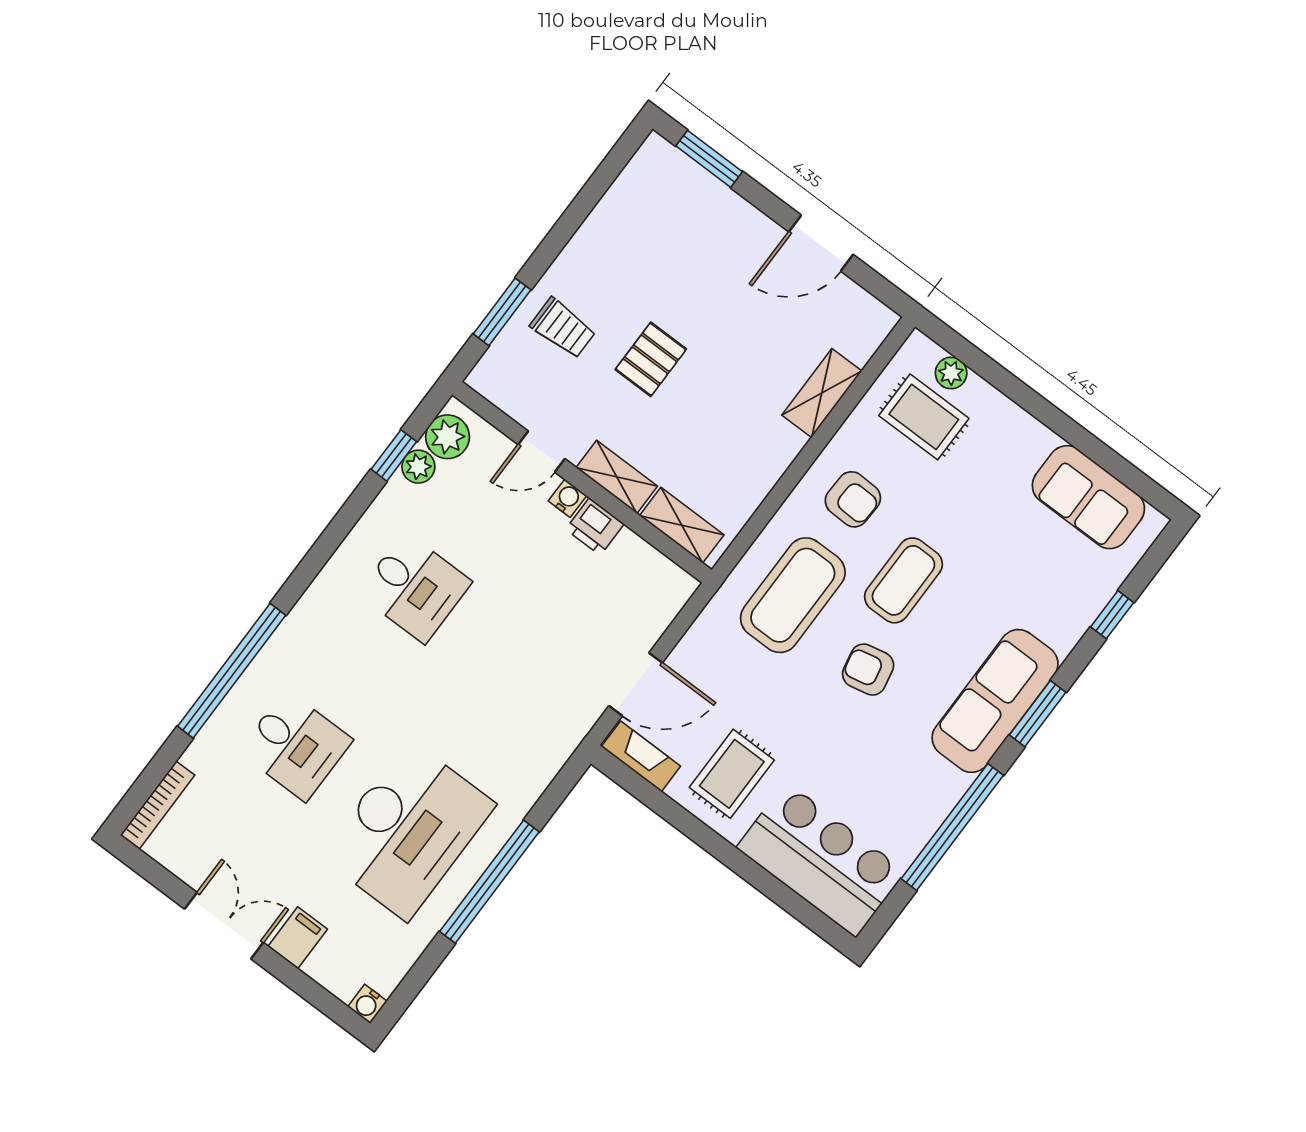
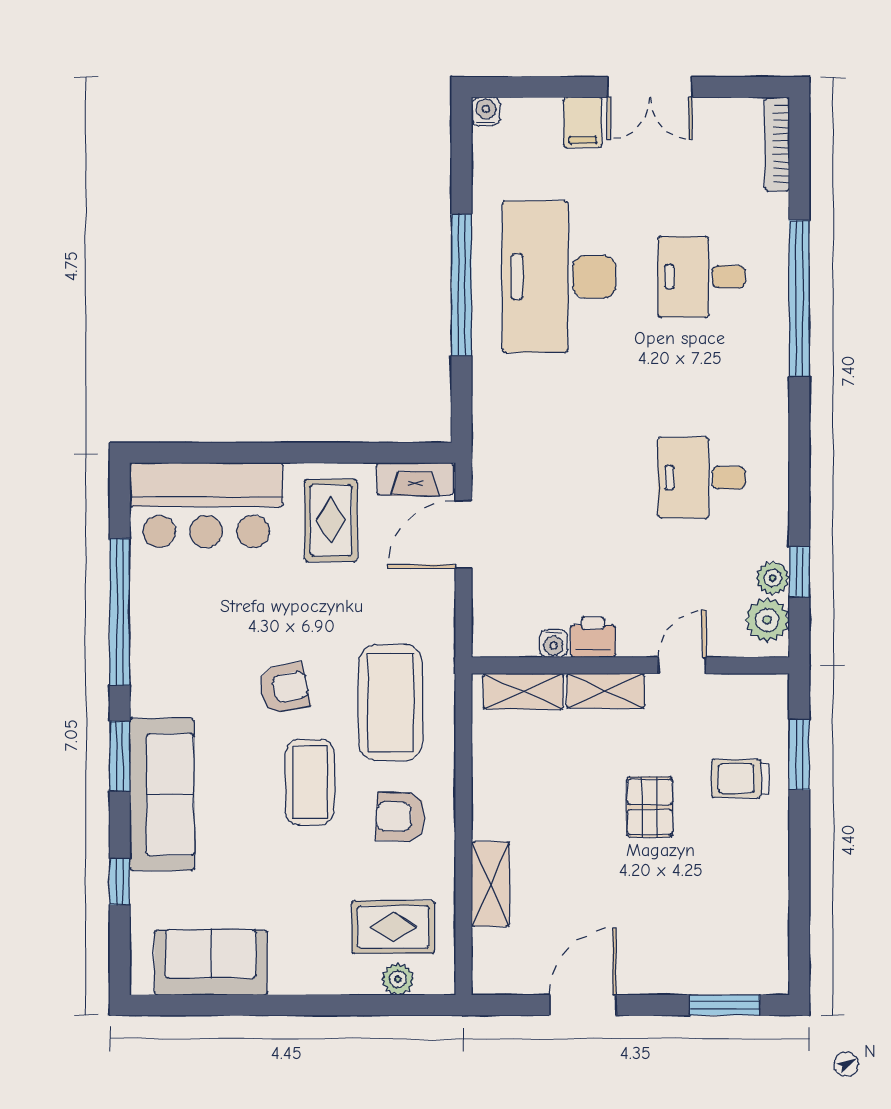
water cooler: (567, 498) -> (554, 643), moved
sofa: (995, 701) -> (162, 794), moved

